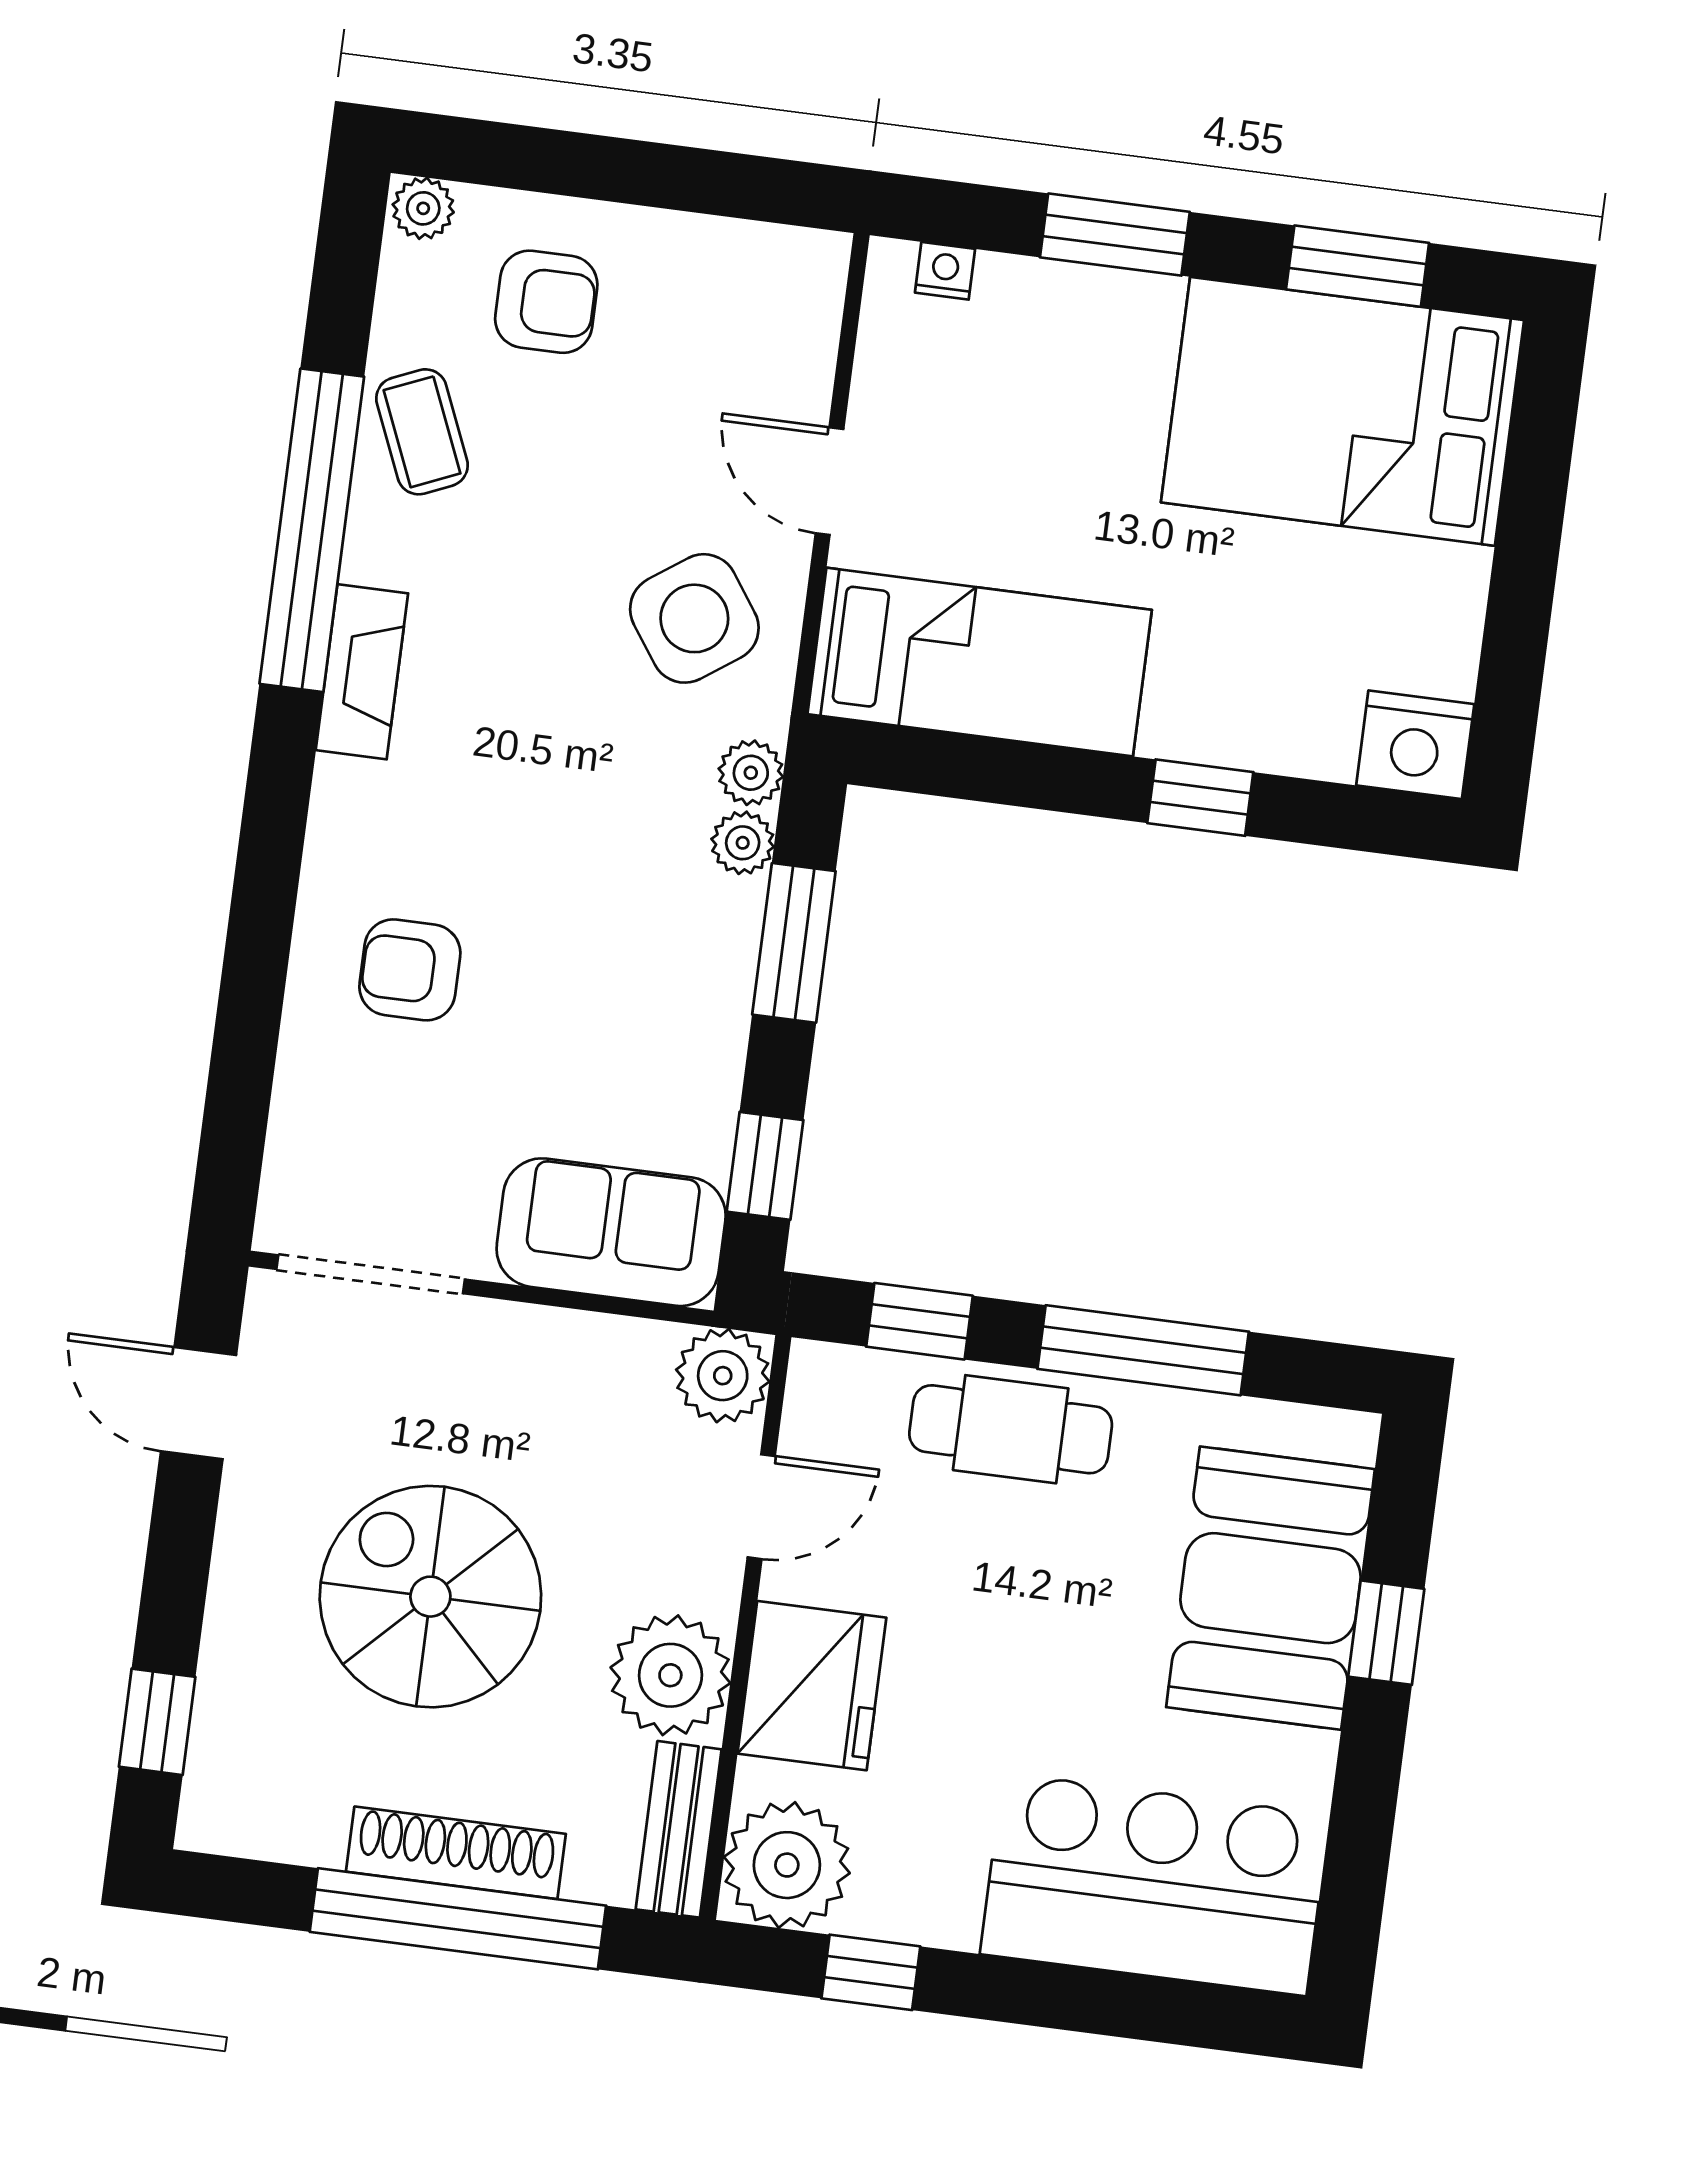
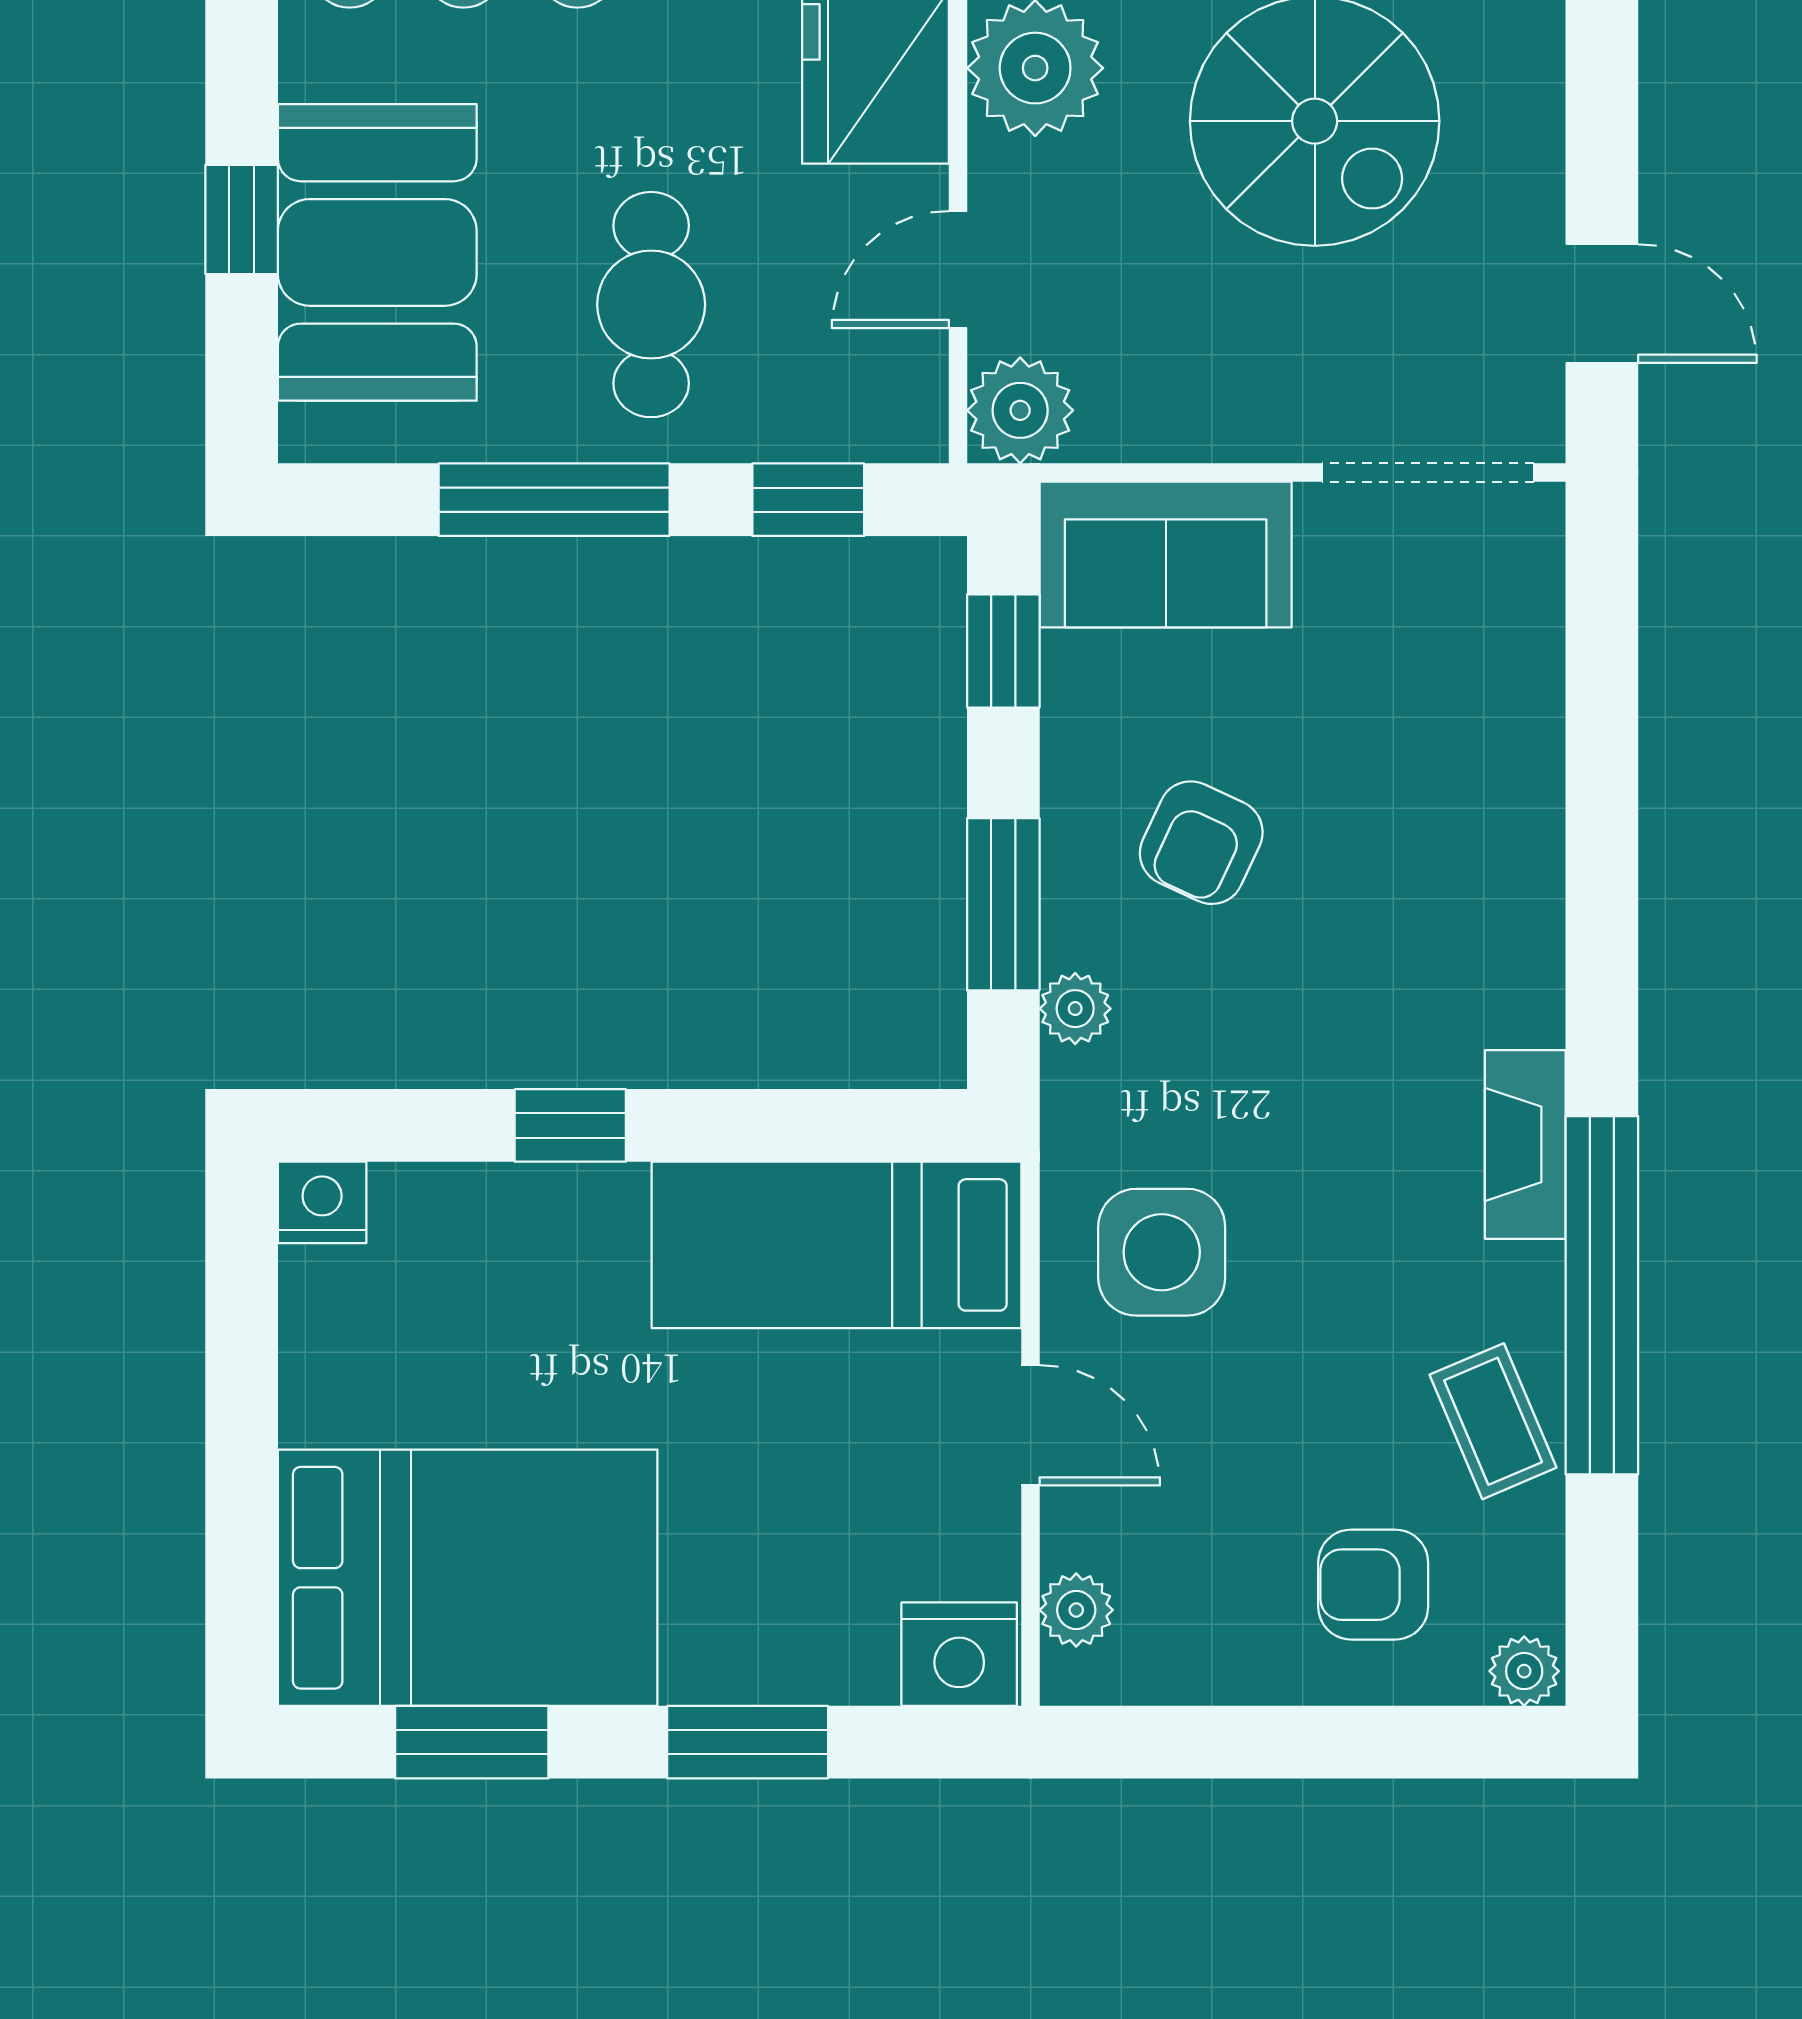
nightstand: (945, 271) -> (959, 1654), width x1.89, depth x1.79
side table: (694, 618) -> (1162, 1252), turned 35
nightstand: (1415, 745) -> (322, 1202), width x0.74, depth x0.75
plant: (751, 773) -> (1076, 1610), moved
armchair: (410, 970) -> (1201, 843), moved, turned 115
cafe table: (1011, 1429) -> (651, 305), moved, turned 90

